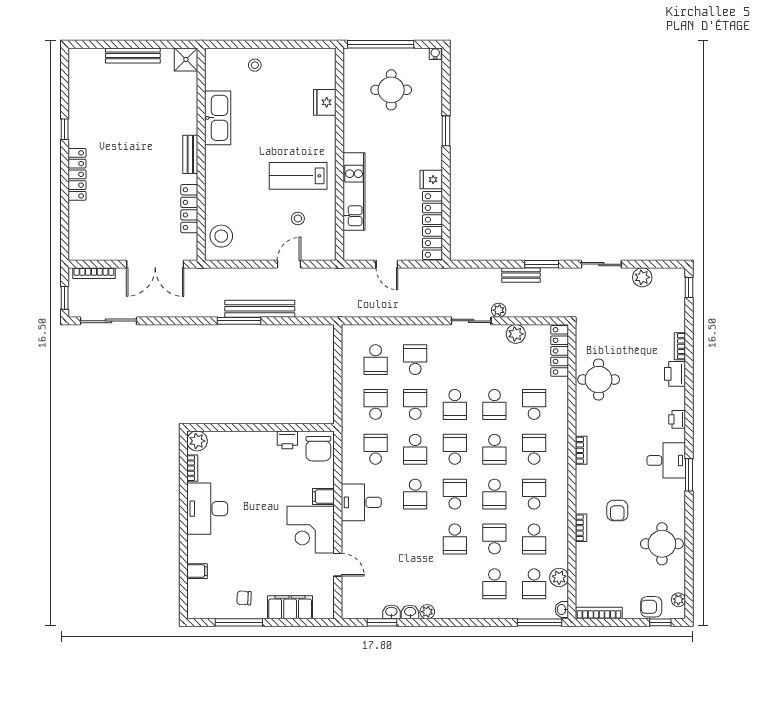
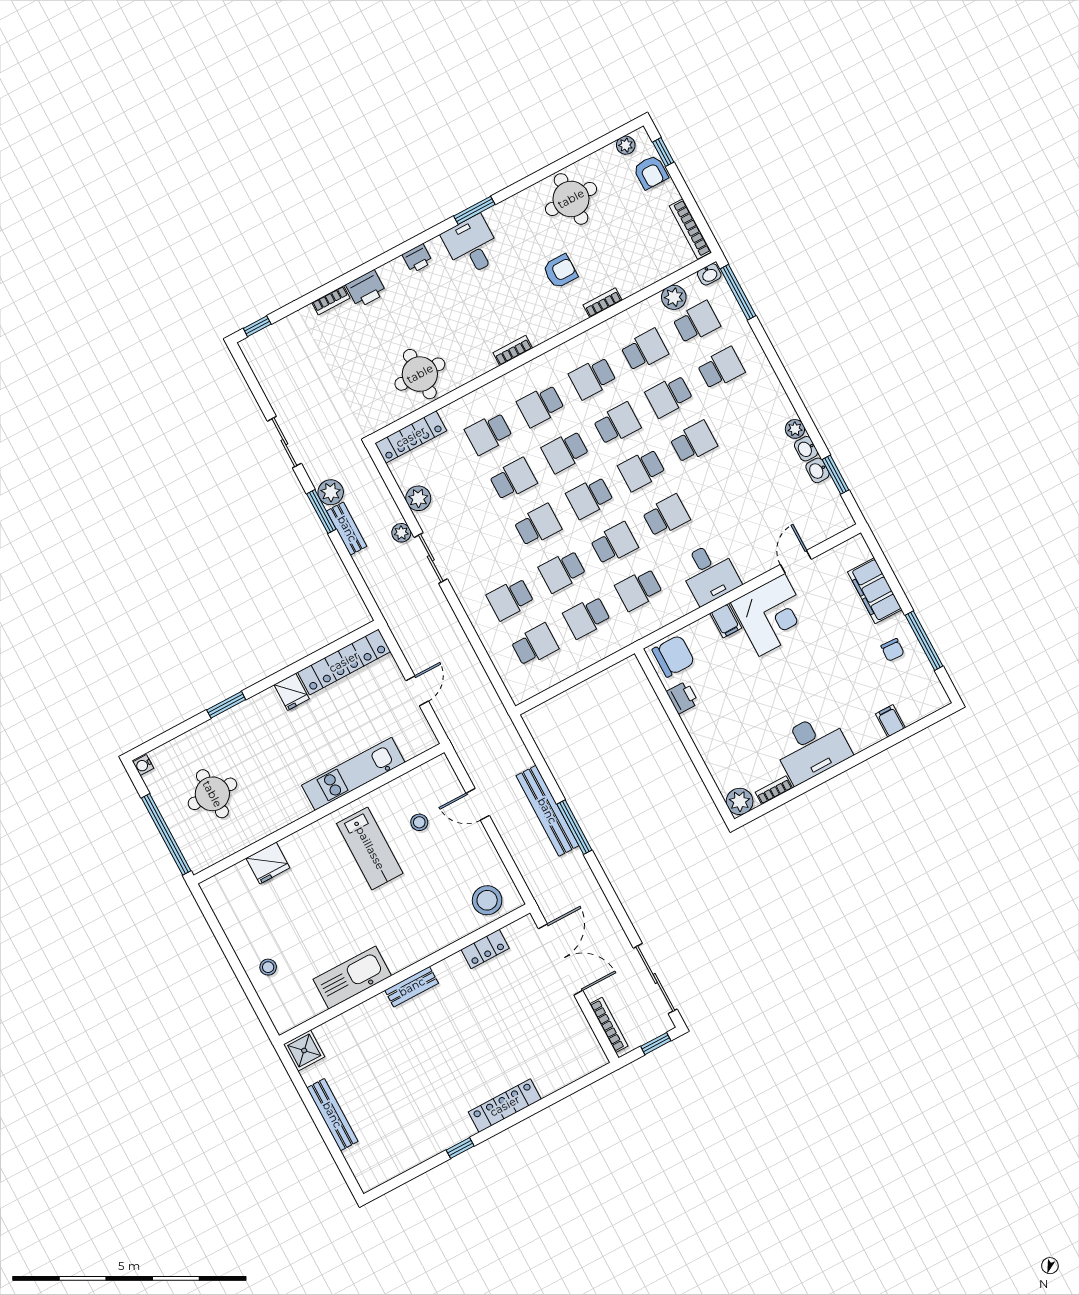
locker: (189, 209) -> (485, 949), width x0.66
plant: (642, 277) -> (331, 492), moved
school desk: (494, 449) -> (565, 452), turned 180

